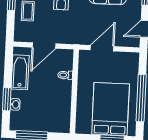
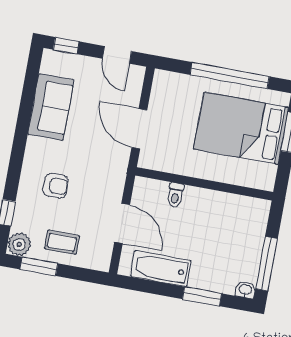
washbasin: (15, 104) -> (245, 290), moved

